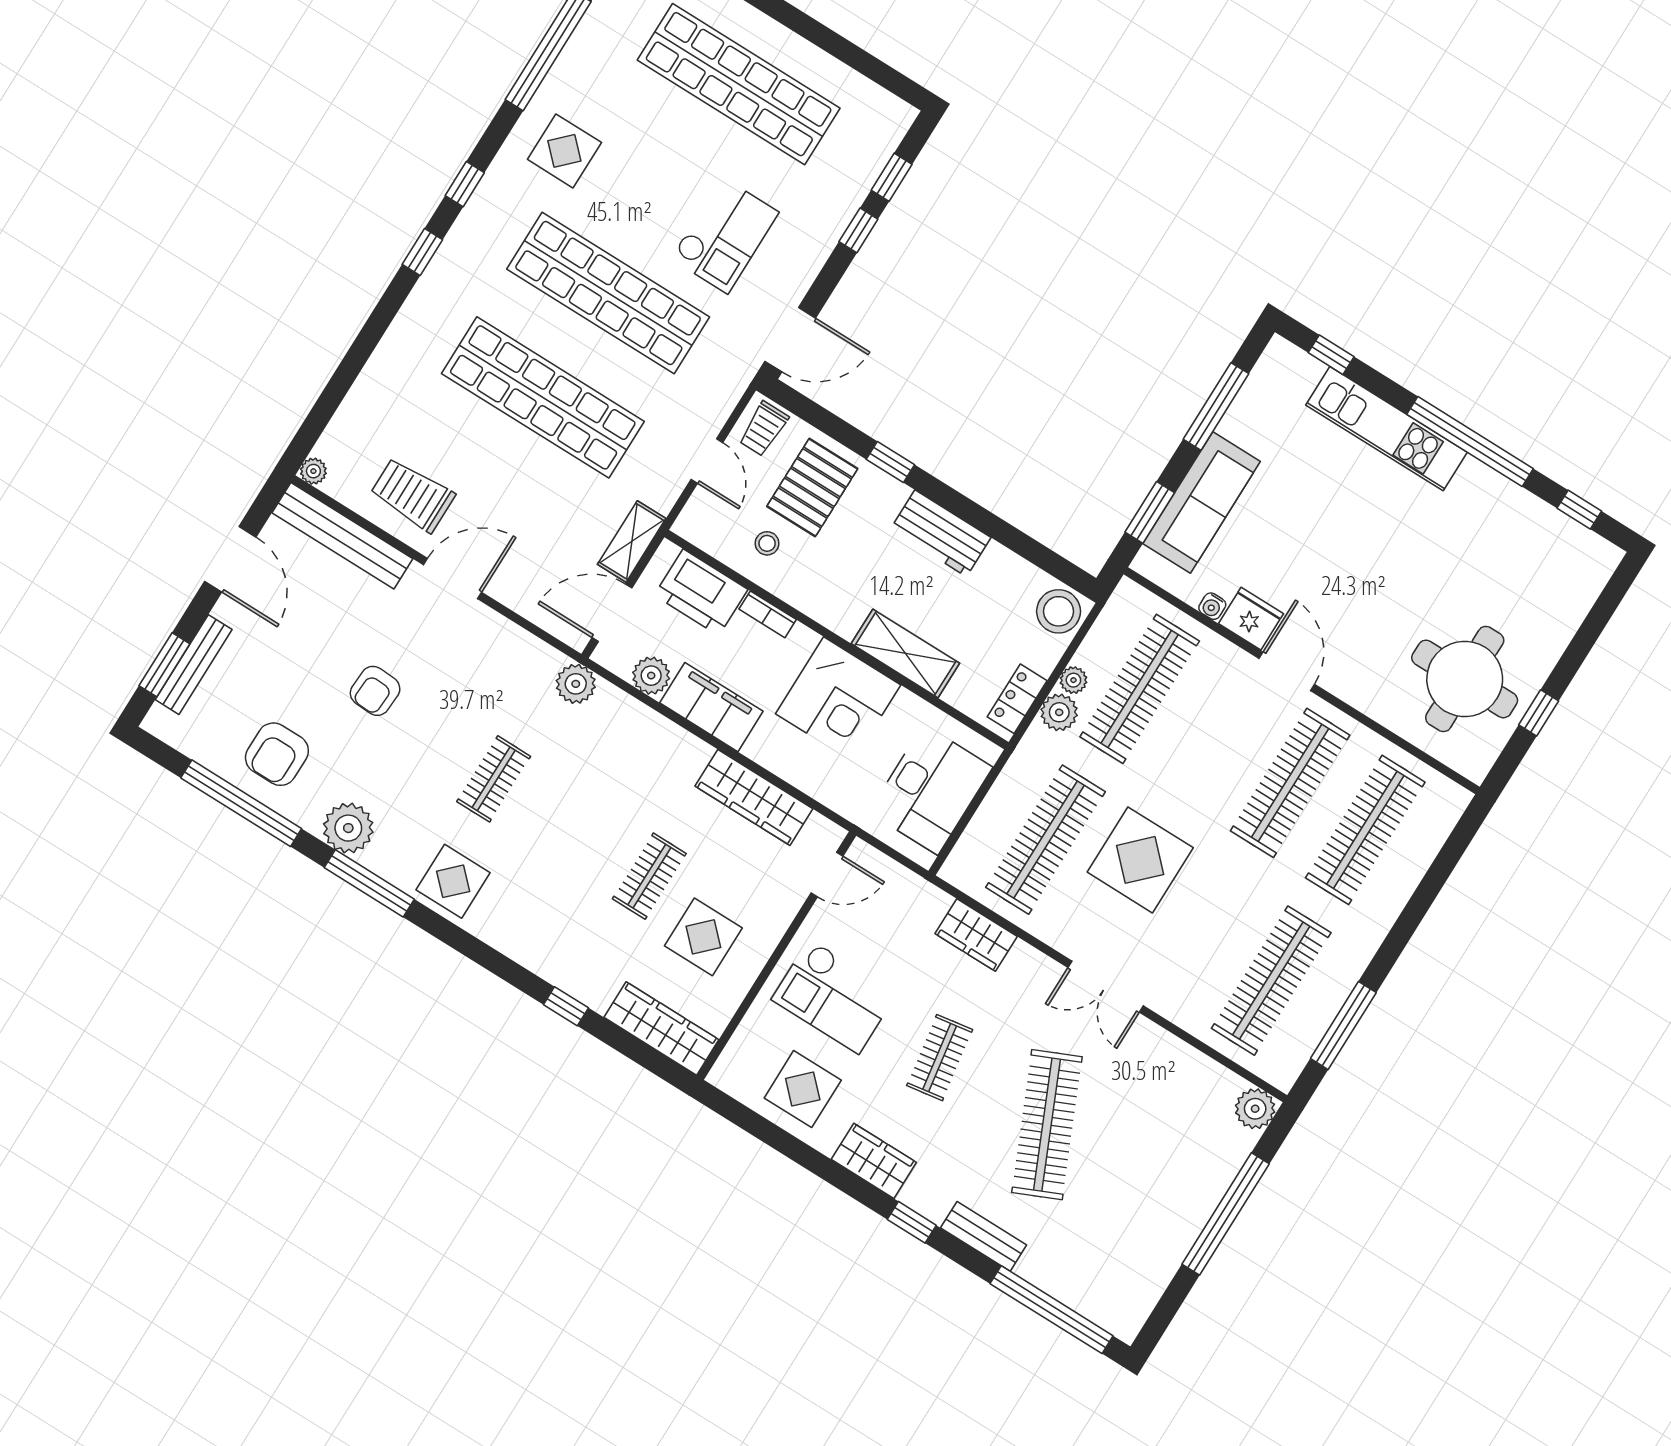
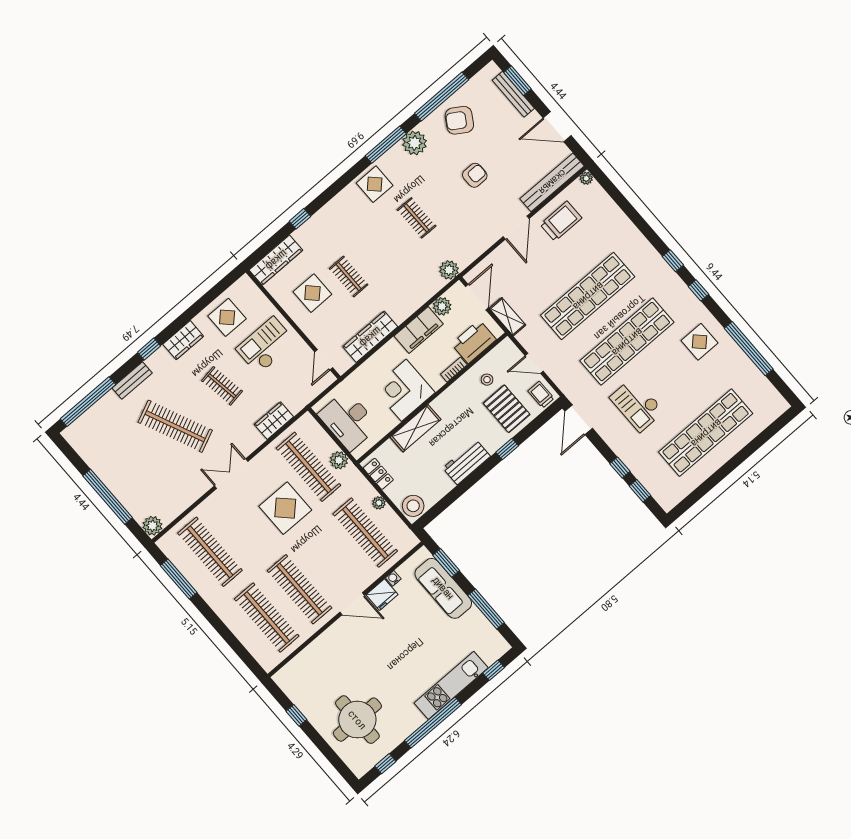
round table: (1465, 679) -> (357, 720), moved
armchair: (375, 691) -> (475, 175), turned 87
plant: (1059, 712) -> (339, 460), moved
armchair: (277, 754) -> (459, 120), turned -58

